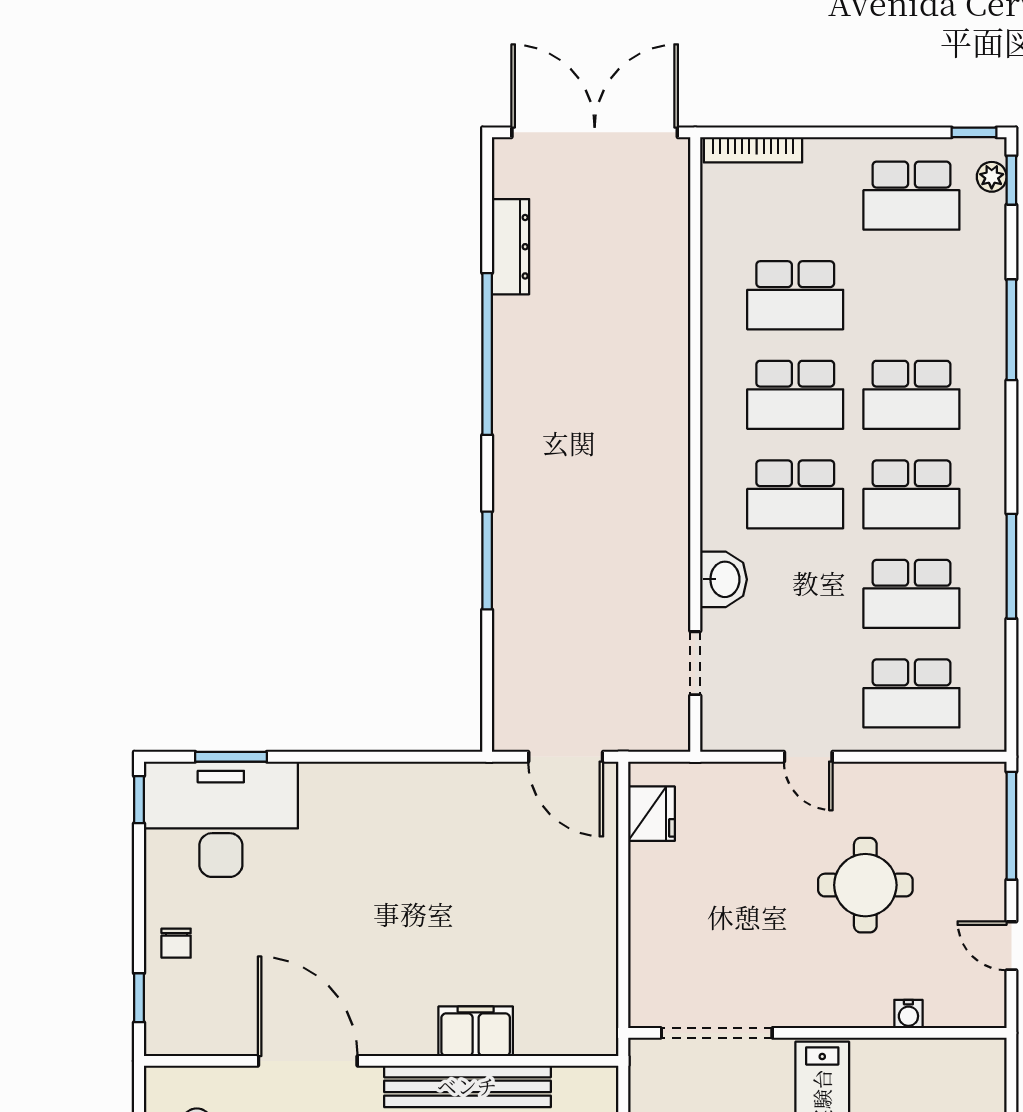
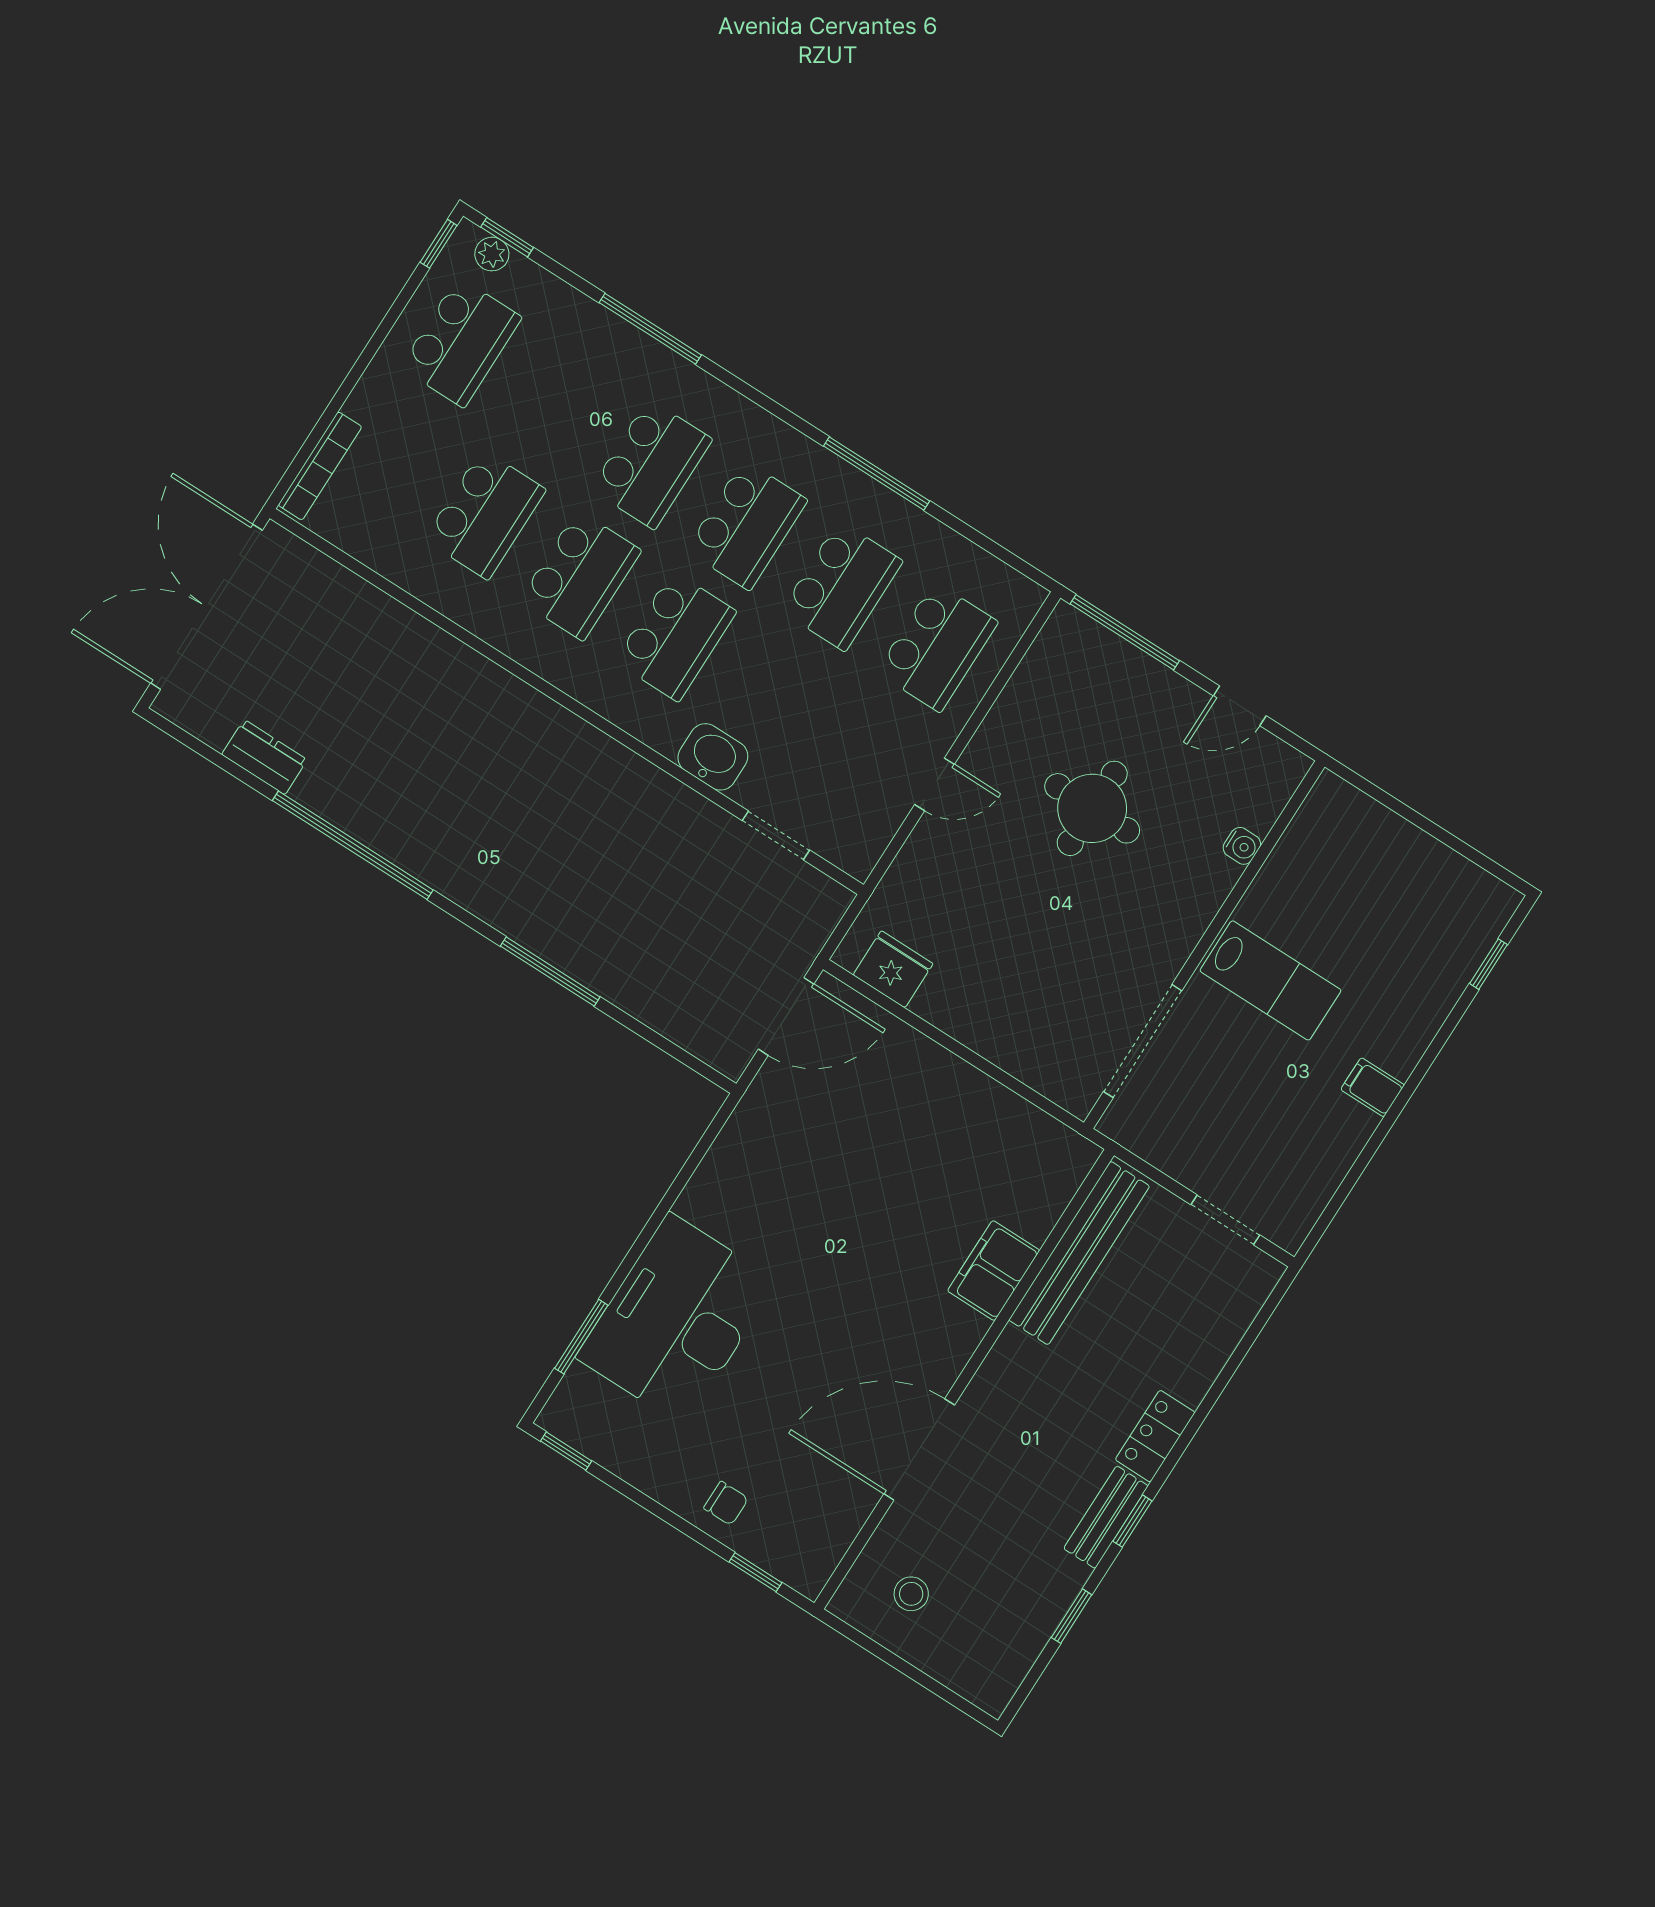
dresser: (511, 247) -> (264, 757), width x0.70
desk: (221, 819) -> (677, 1319), moved
bench: (467, 1086) -> (1079, 1253), moved

